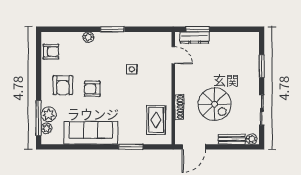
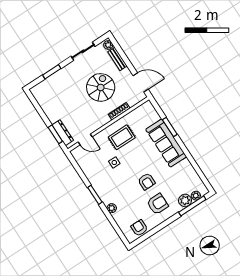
door: (173, 55) -> (85, 139), swing flipped
rug: (156, 120) -> (122, 137), moved
sofa: (91, 133) -> (166, 143), moved

